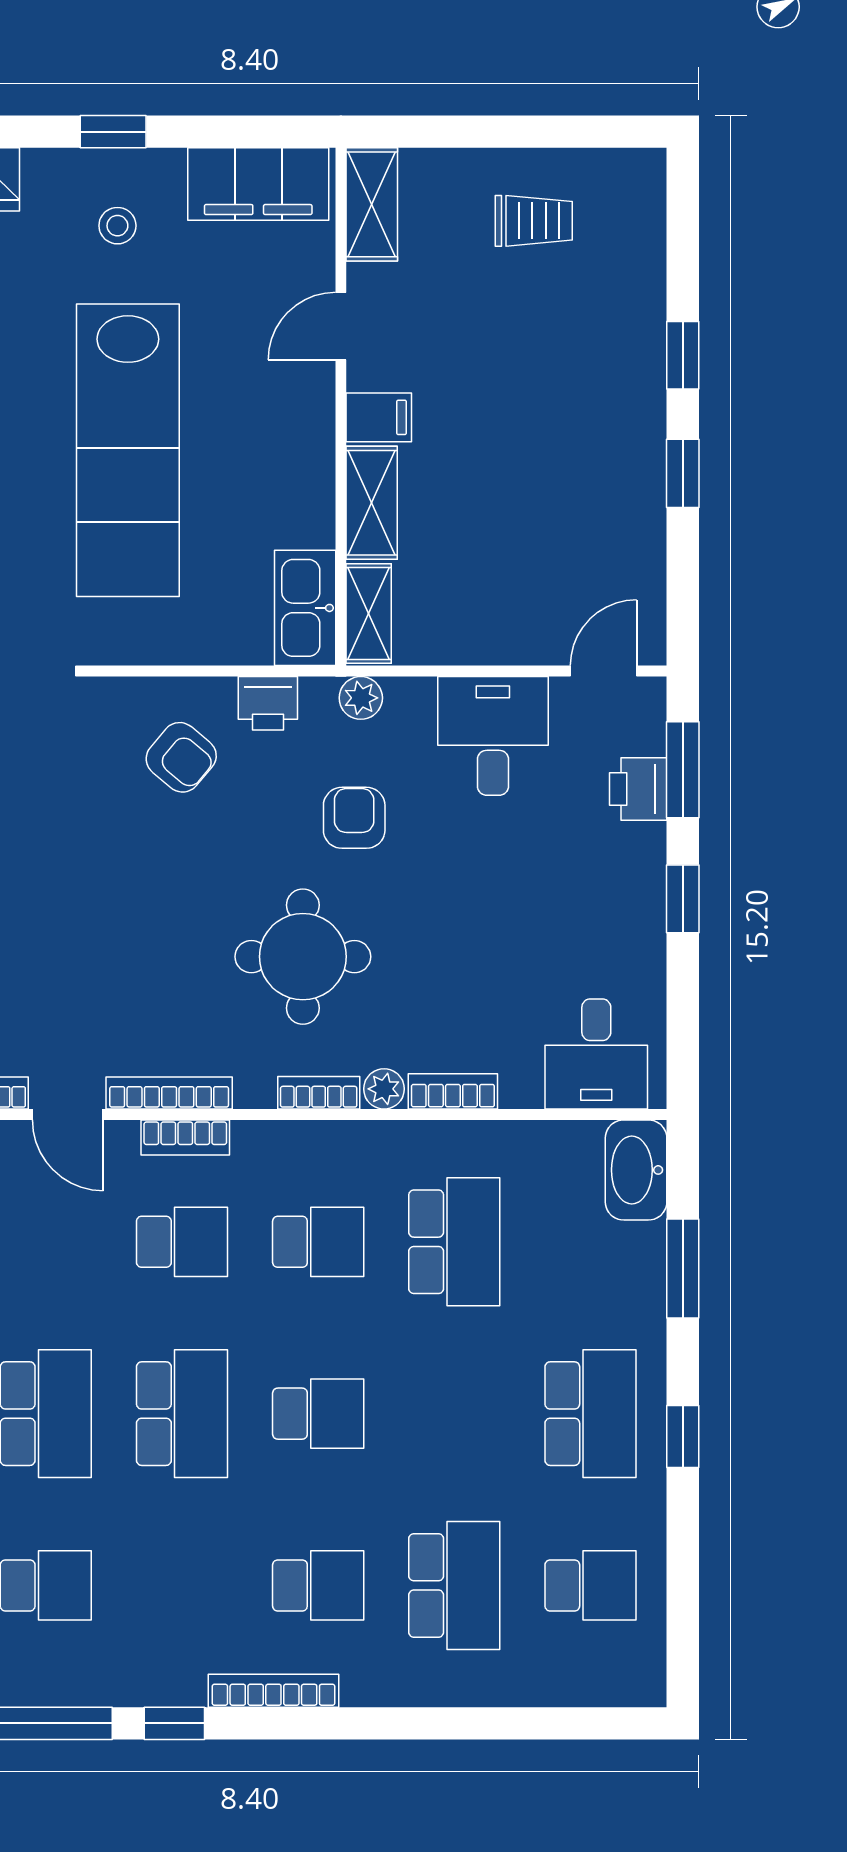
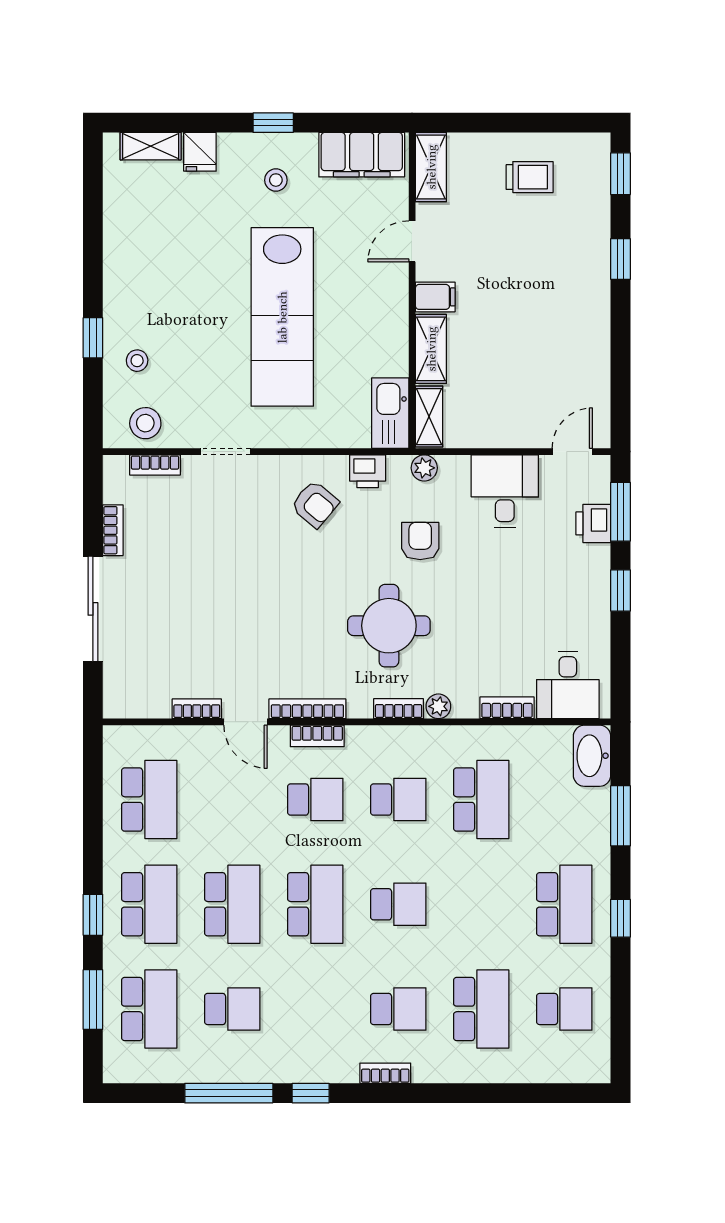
window: (683, 473) -> (621, 174), moved
bookcase: (453, 1091) -> (507, 708), moved
bookcase: (273, 1691) -> (385, 1073), width x0.64

